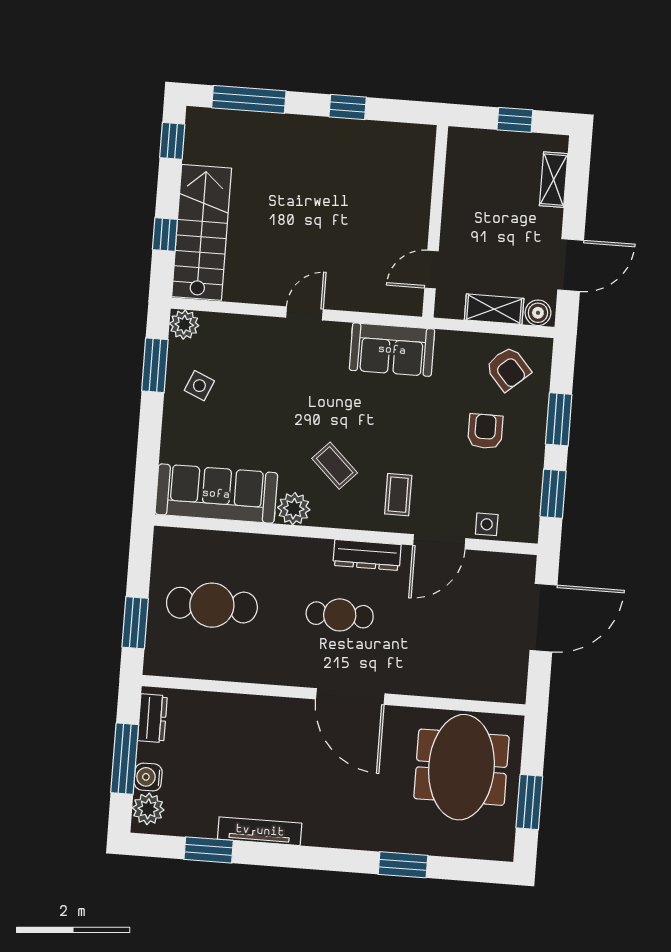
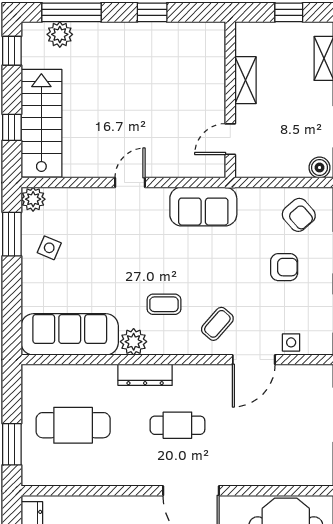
plant: (232, 125) -> (60, 34), added
shelving: (494, 309) -> (246, 80), moved, turned 90
armchair: (485, 431) -> (284, 267), turned 90
coffee table: (335, 466) -> (164, 304), turned -44
coffee table: (398, 495) -> (217, 324), turned 41
dresser: (367, 555) -> (145, 375), moved

